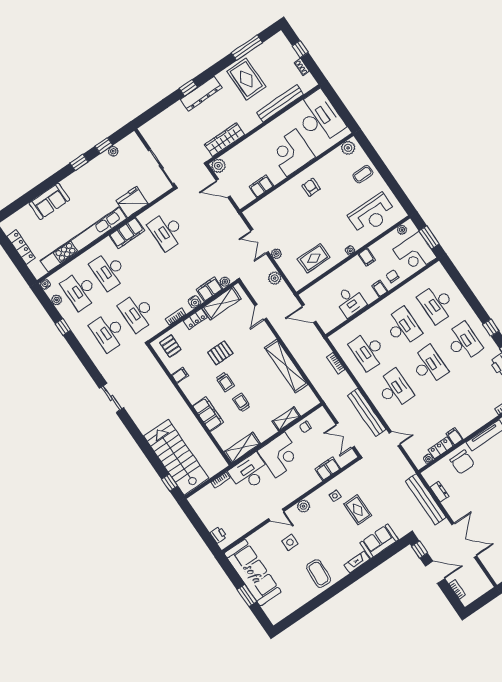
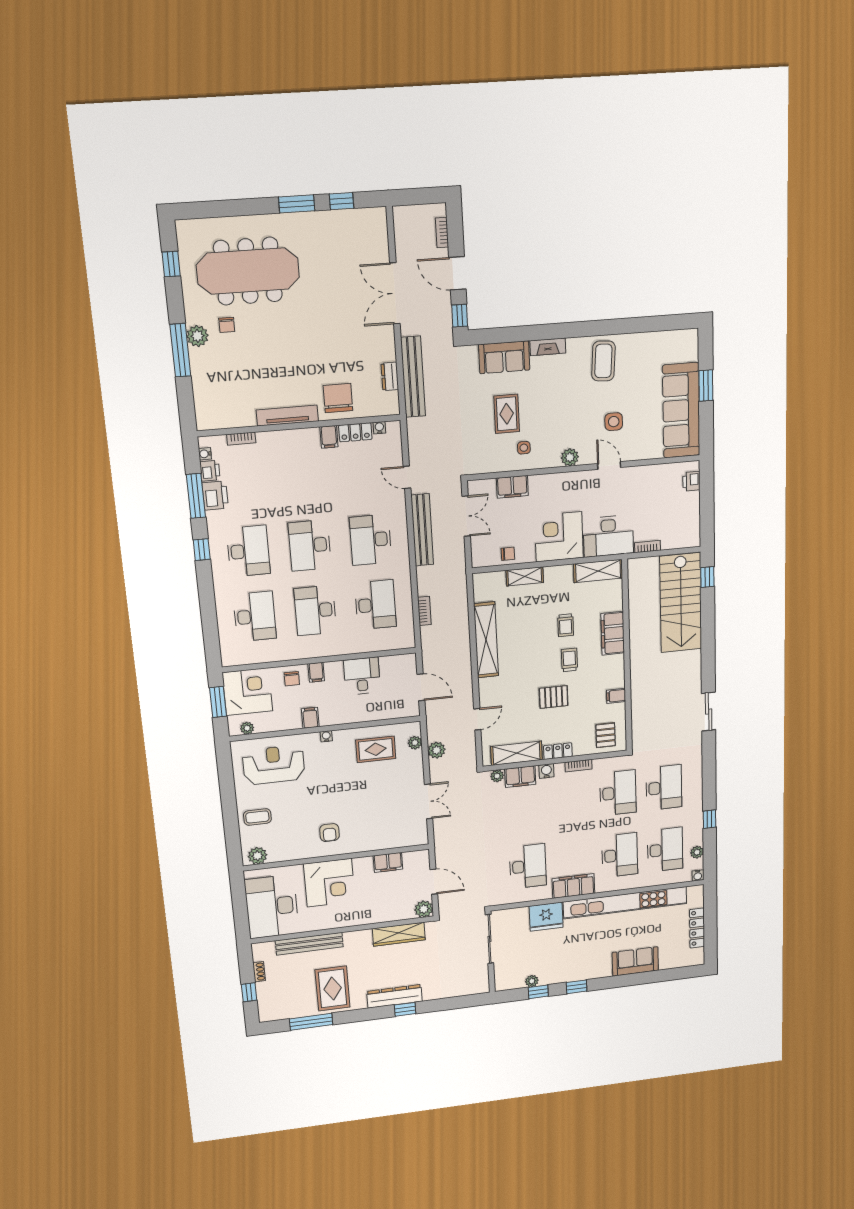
plant: (276, 254) -> (415, 743), moved
desk: (463, 342) -> (248, 551), turned 180

